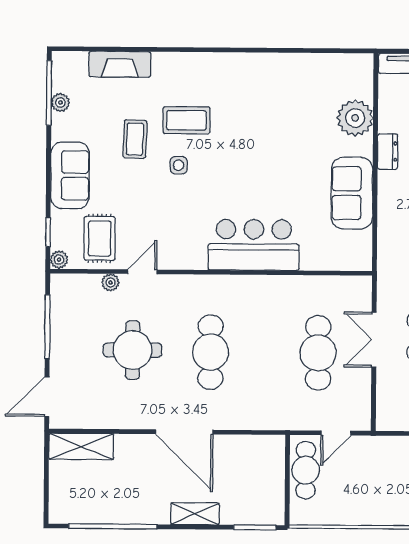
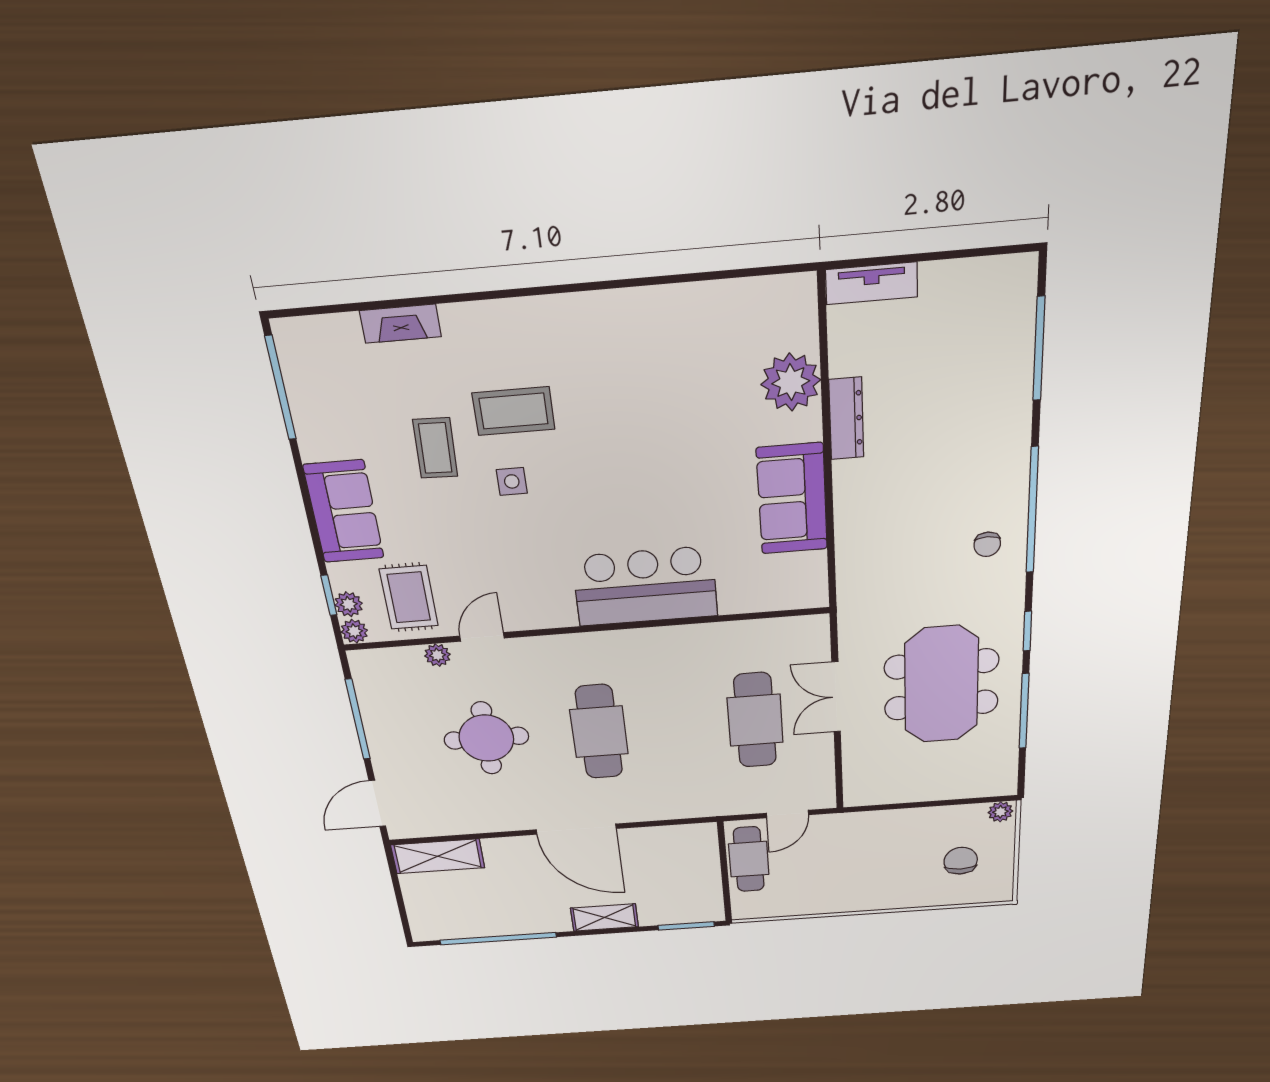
fireplace: (120, 64) -> (400, 324), width x0.73, depth x0.76
plant: (60, 102) -> (349, 604), moved
dresser: (388, 152) -> (846, 419), width x1.44

